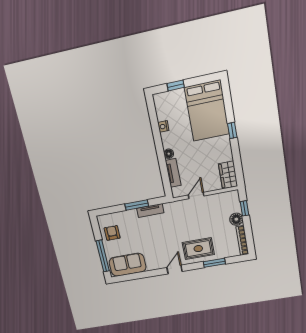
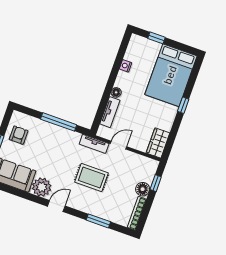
window: (137, 205) -> (59, 122), width x1.44
tv unit: (150, 211) -> (94, 144), moved
rug: (198, 249) -> (92, 178), moved
plant: (155, 262) -> (42, 187), added

